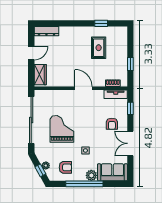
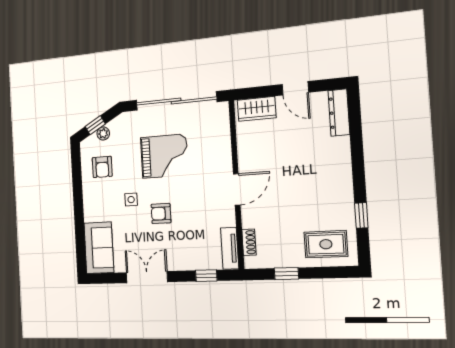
rug: (99, 48) -> (326, 244), moved
armchair: (112, 124) -> (161, 214), moved
plant: (91, 175) -> (92, 212), removed
window: (84, 184) -> (78, 201), removed

